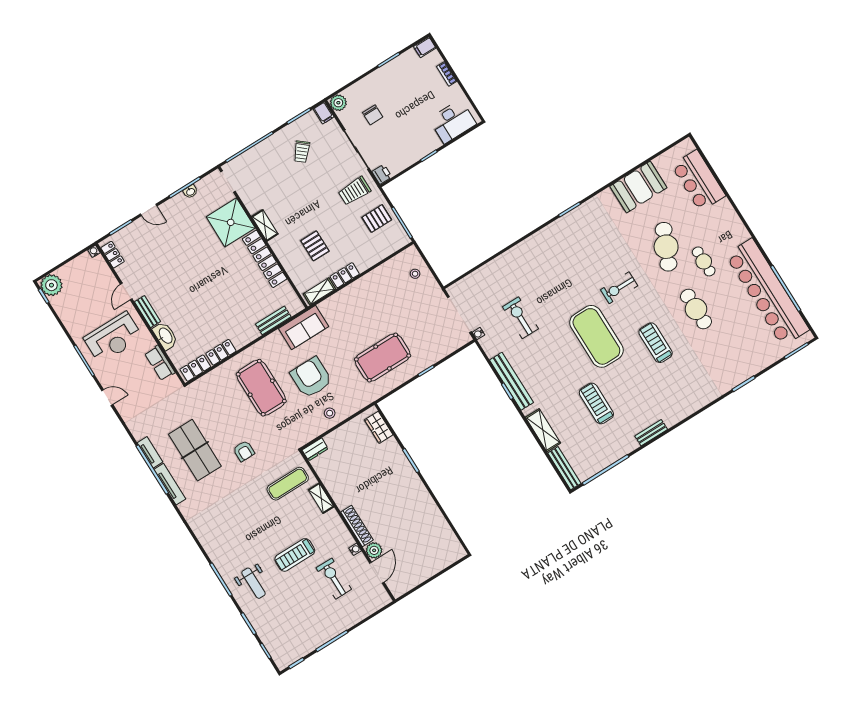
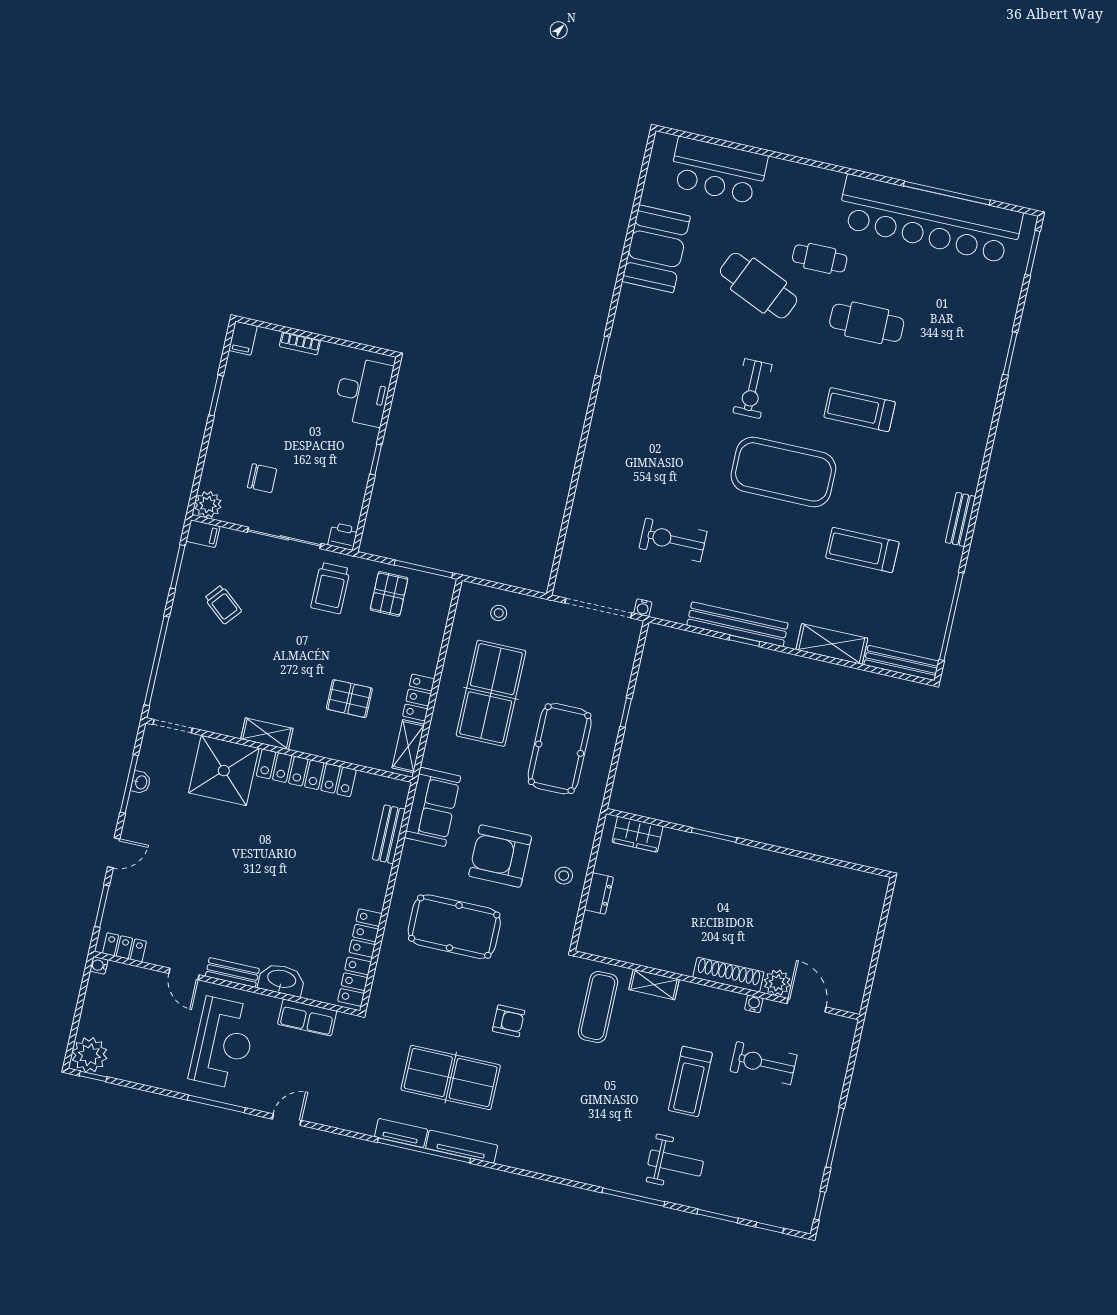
table tennis table: (377, 305) -> (491, 693), added
dresser: (315, 449) -> (599, 893), moved

